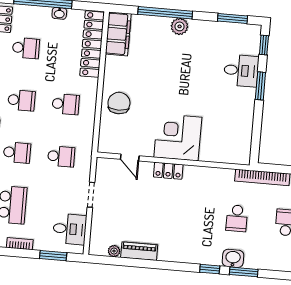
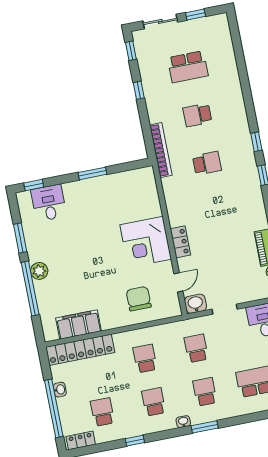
window: (233, 19) -> (20, 238), moved
filing cabinet: (118, 34) -> (79, 325), moved
desk: (241, 71) -> (49, 203), moved
window: (260, 86) -> (92, 173), moved
chair: (119, 103) -> (139, 299), moved, turned 90
washbasin: (233, 258) -> (195, 304), moved, turned 90
window: (244, 272) -> (256, 142), width x0.67

